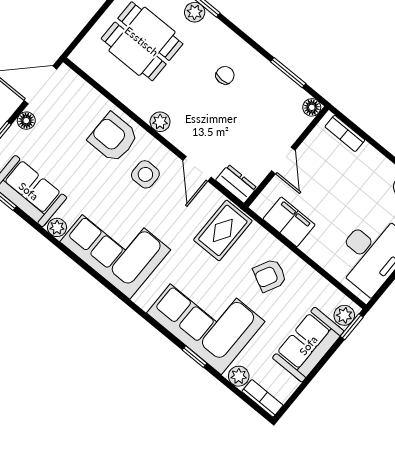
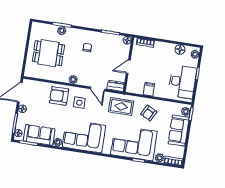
door: (283, 160) -> (128, 67), swing flipped
filing cabinet: (289, 222) -> (149, 89), width x0.50
rug: (223, 230) -> (121, 106), turned 90

